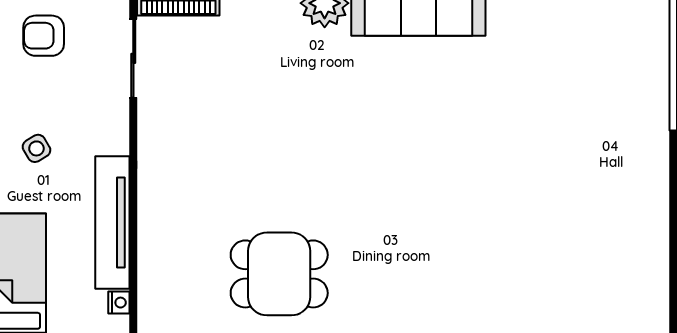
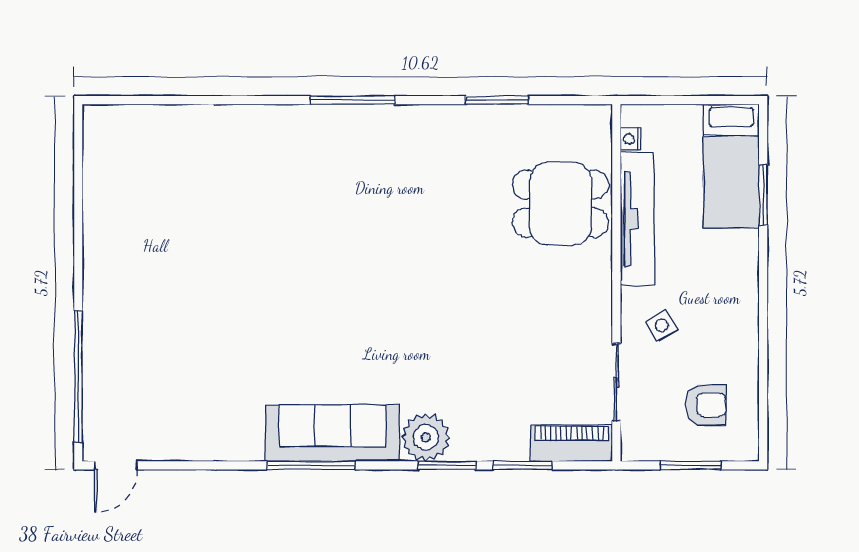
side table: (36, 148) -> (662, 325), moved
dining table: (279, 274) -> (560, 204), moved

